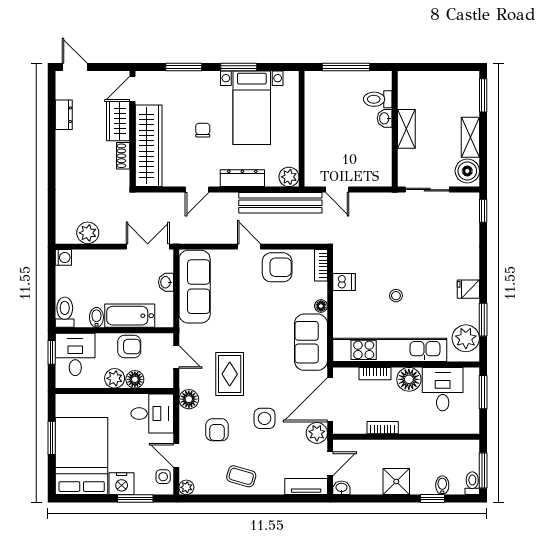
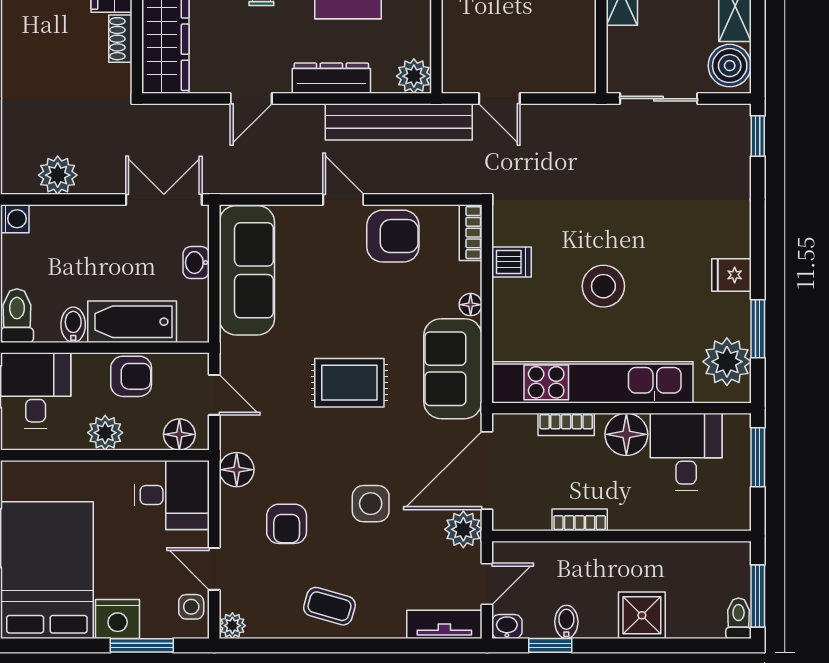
stool: (396, 296) -> (603, 286), width x1.89, depth x1.89
rug: (230, 374) -> (349, 383), moved, turned 90
floor lamp: (135, 379) -> (179, 434), moved
shower: (396, 481) -> (642, 615), moved
bidet: (442, 485) -> (566, 622), moved
window: (432, 498) -> (550, 645), moved

